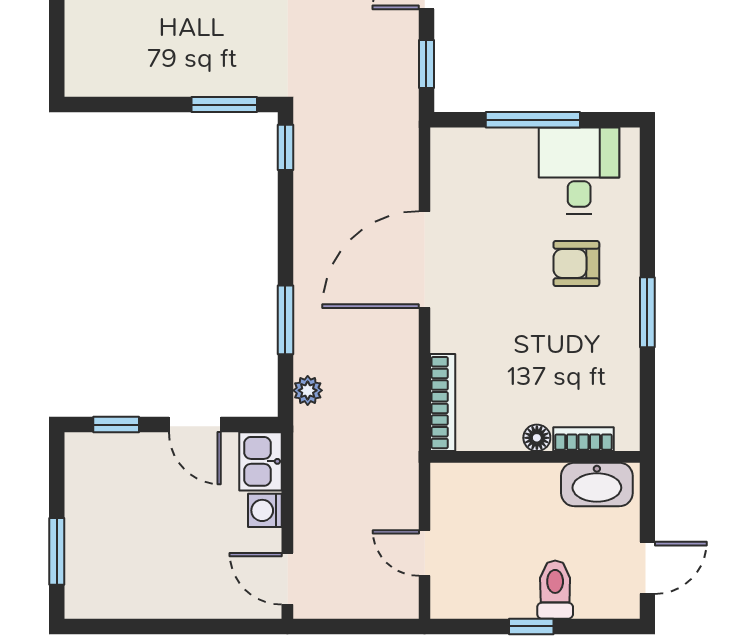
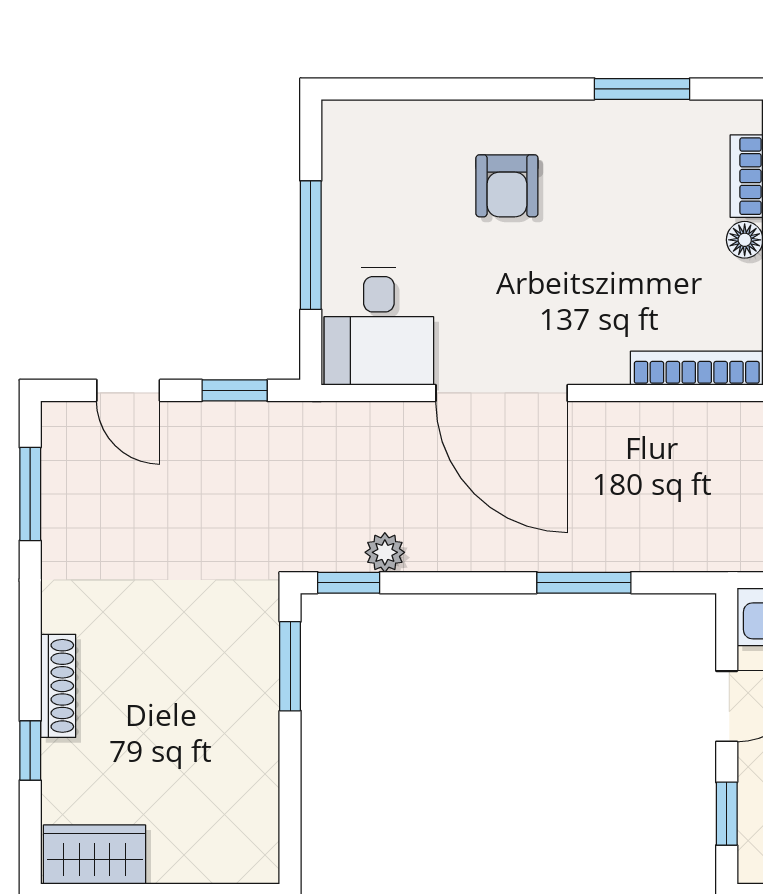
desk: (579, 171) -> (379, 326), moved, turned -90
window: (647, 312) -> (642, 89), moved
plant: (308, 390) -> (385, 552), moved

